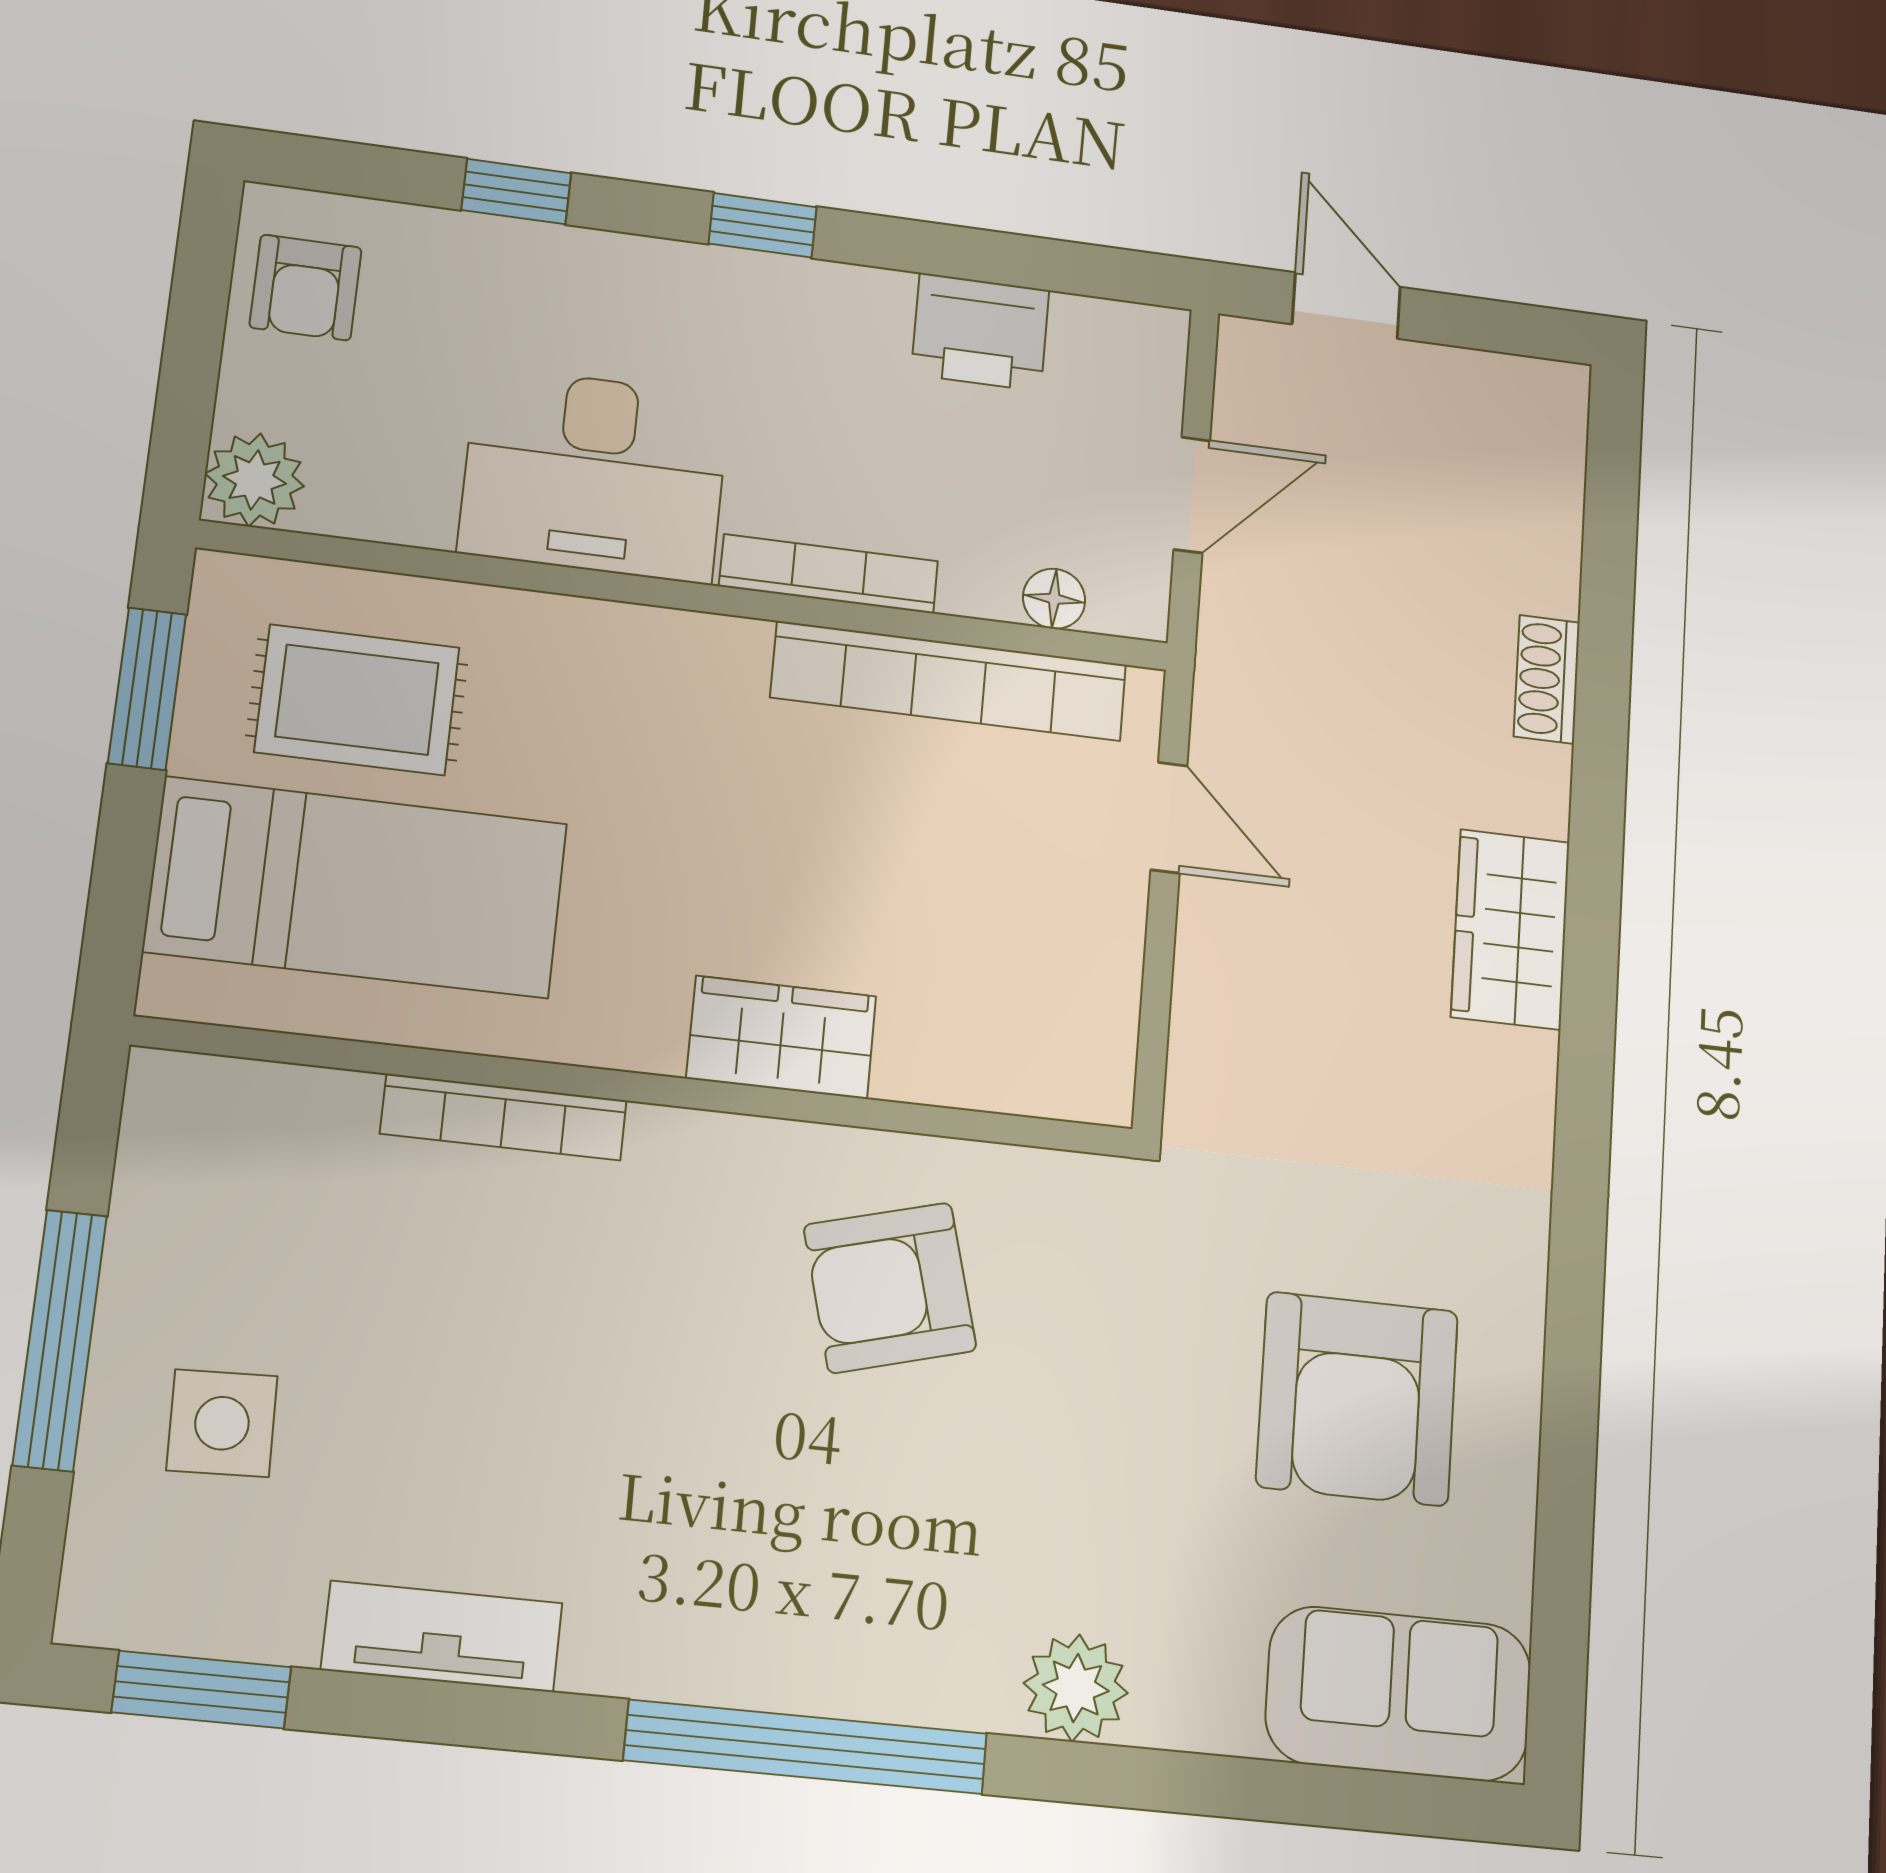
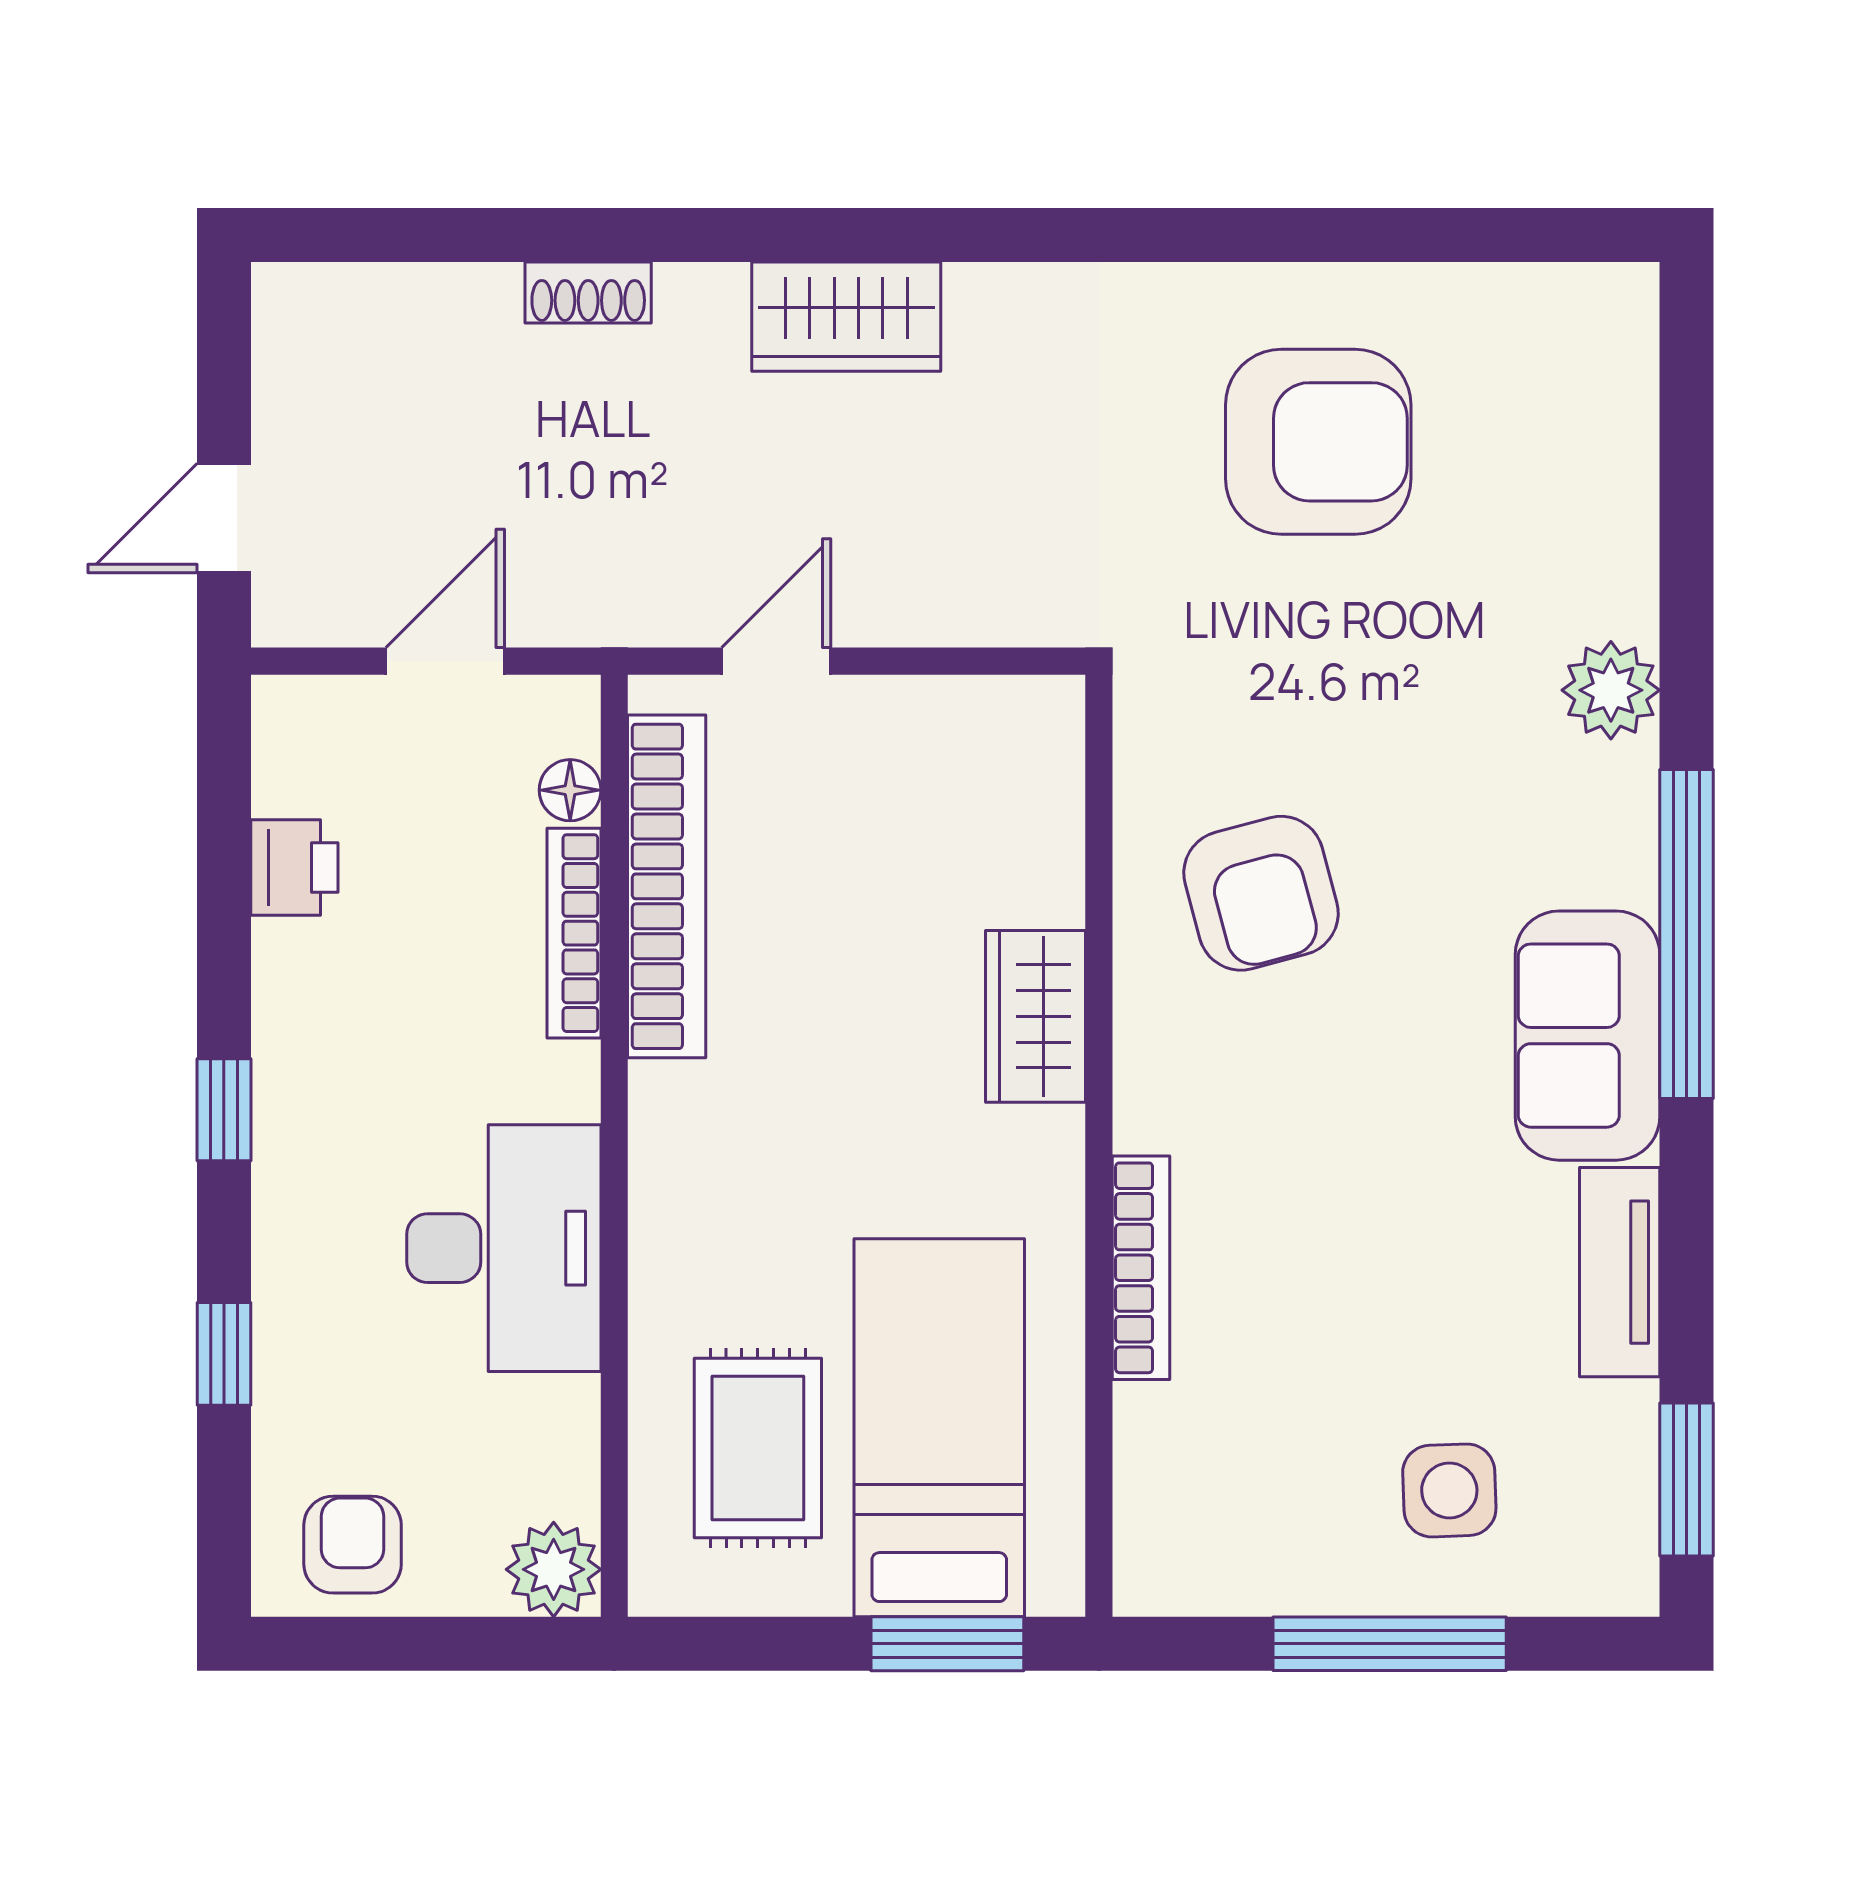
armchair: (306, 288) -> (353, 1545), turned -90
printer: (980, 332) -> (294, 868), width x0.73, depth x0.81
door: (1192, 495) -> (445, 661), hinge flipped
bookcase: (829, 574) -> (574, 933), moved
window: (147, 689) -> (947, 1644), moved
sofa: (1399, 1694) -> (1588, 1036), moved

